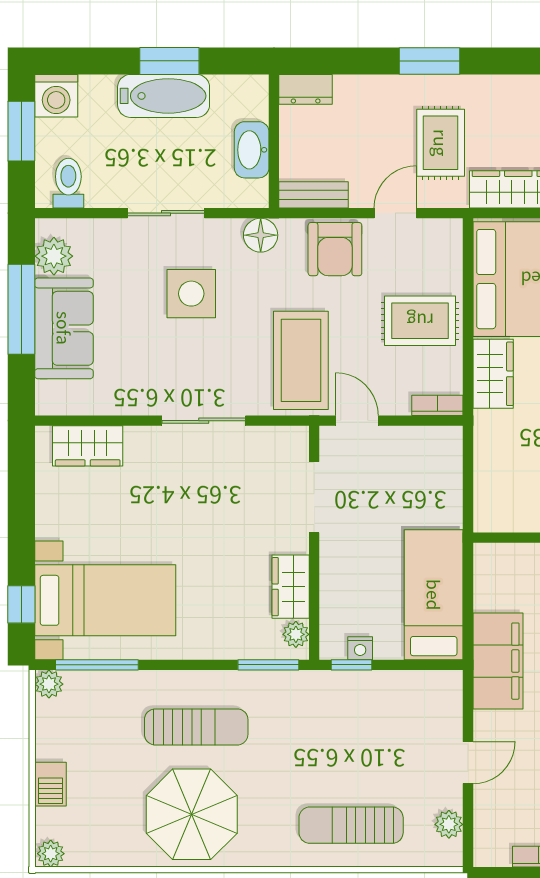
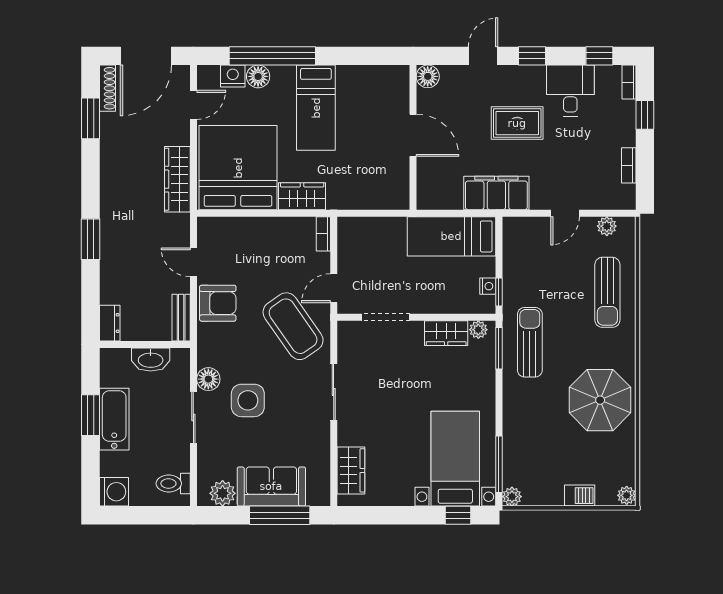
window: (21, 131) -> (138, 515), removed
rug: (441, 143) -> (146, 232), removed
floor lamp: (261, 235) -> (208, 379), moved
window: (21, 309) -> (280, 515), moved
rug: (420, 321) -> (266, 246), removed
coffee table: (301, 360) -> (293, 326), turned 55
sun lounger: (196, 727) -> (530, 342), moved
door: (468, 763) -> (565, 213), swing flipped

